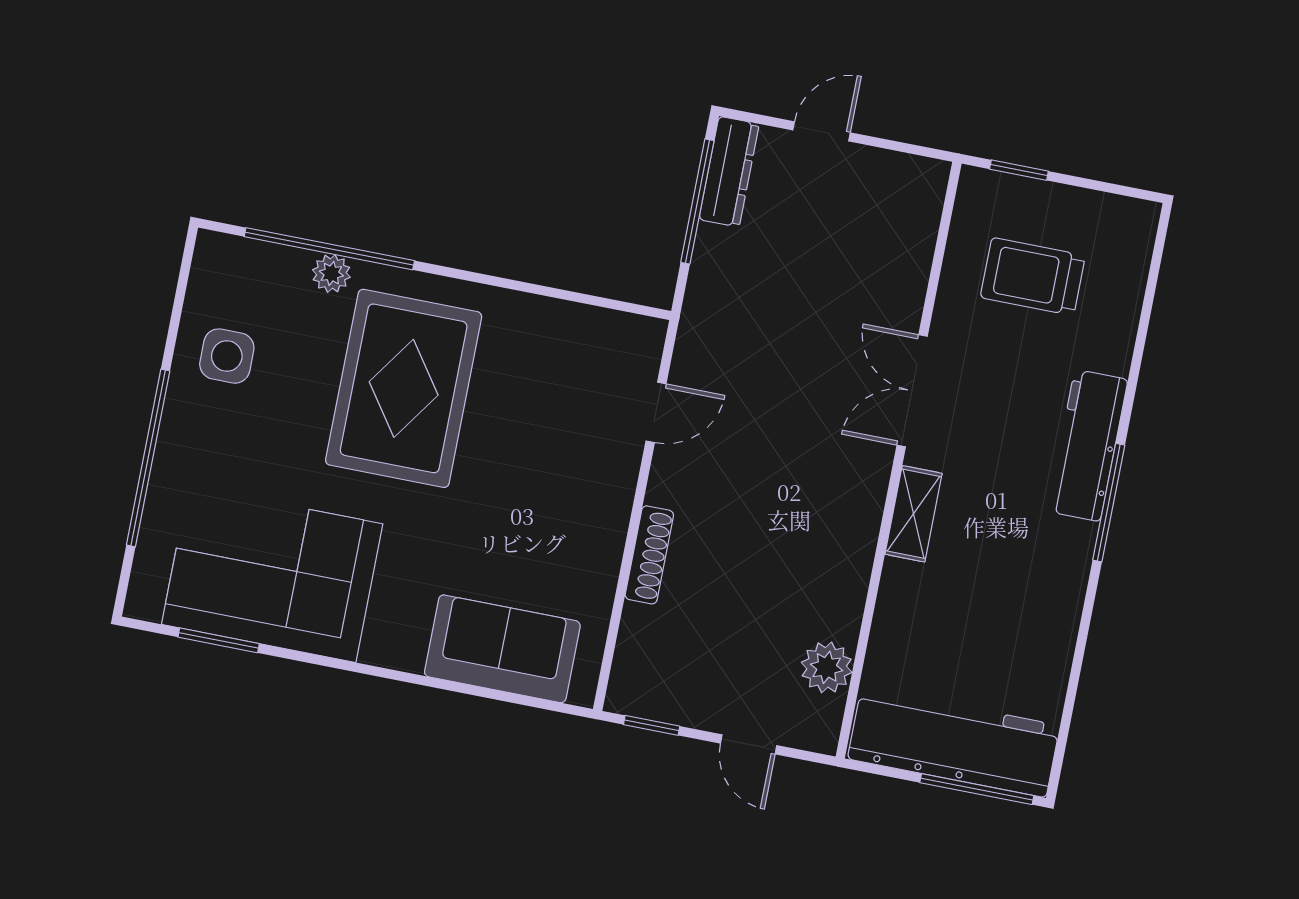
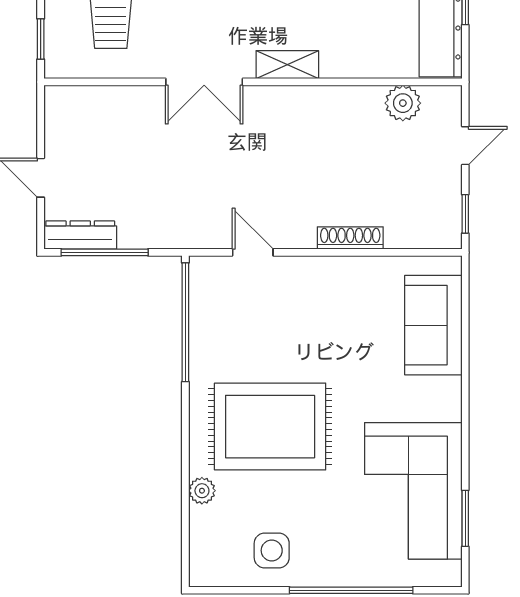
window: (329, 249) -> (185, 322), moved

